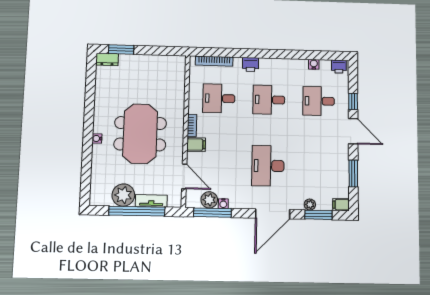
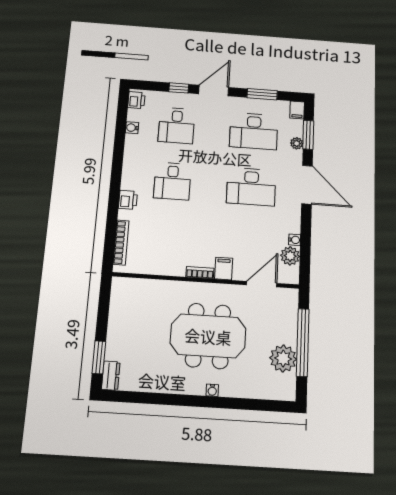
desk: (219, 98) -> (254, 131), moved, width x1.37
tv unit: (151, 201) -> (291, 325), removed
window: (212, 213) -> (305, 253), removed

